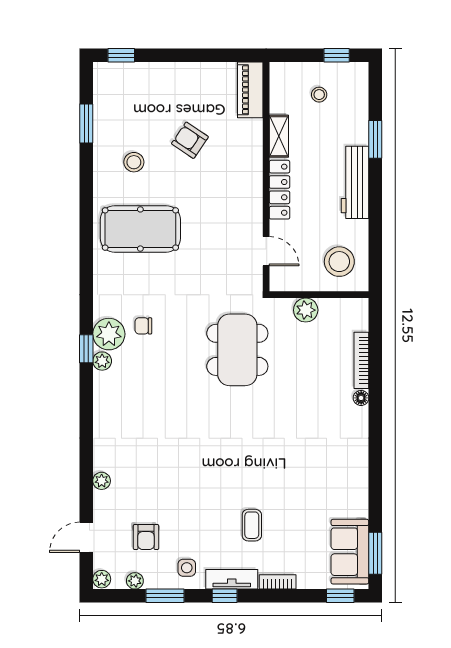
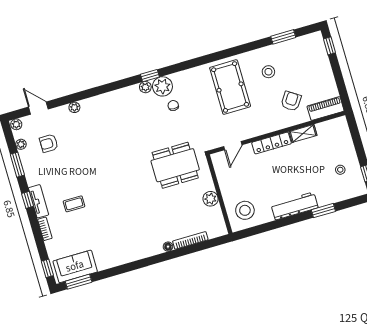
piano: (250, 90) -> (326, 109), moved
shelving: (279, 136) -> (303, 133), moved
wall: (266, 177) -> (277, 133), moved
locker: (280, 190) -> (272, 143), moved
door: (266, 251) -> (233, 146), moved
side table: (187, 568) -> (38, 173), removed

